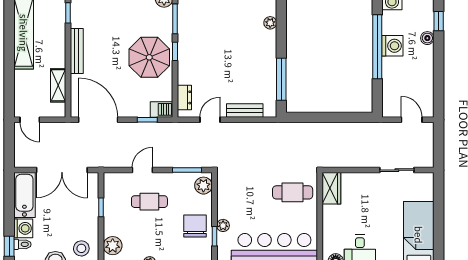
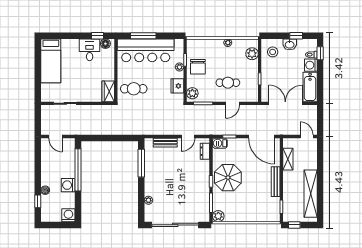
window: (377, 47) -> (78, 170), moved
fridge: (226, 197) -> (177, 86), added

